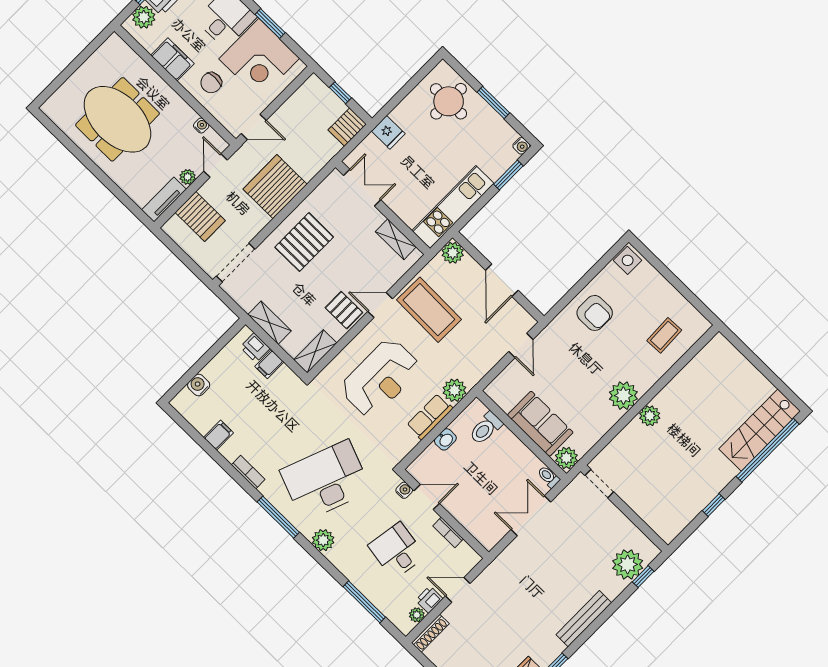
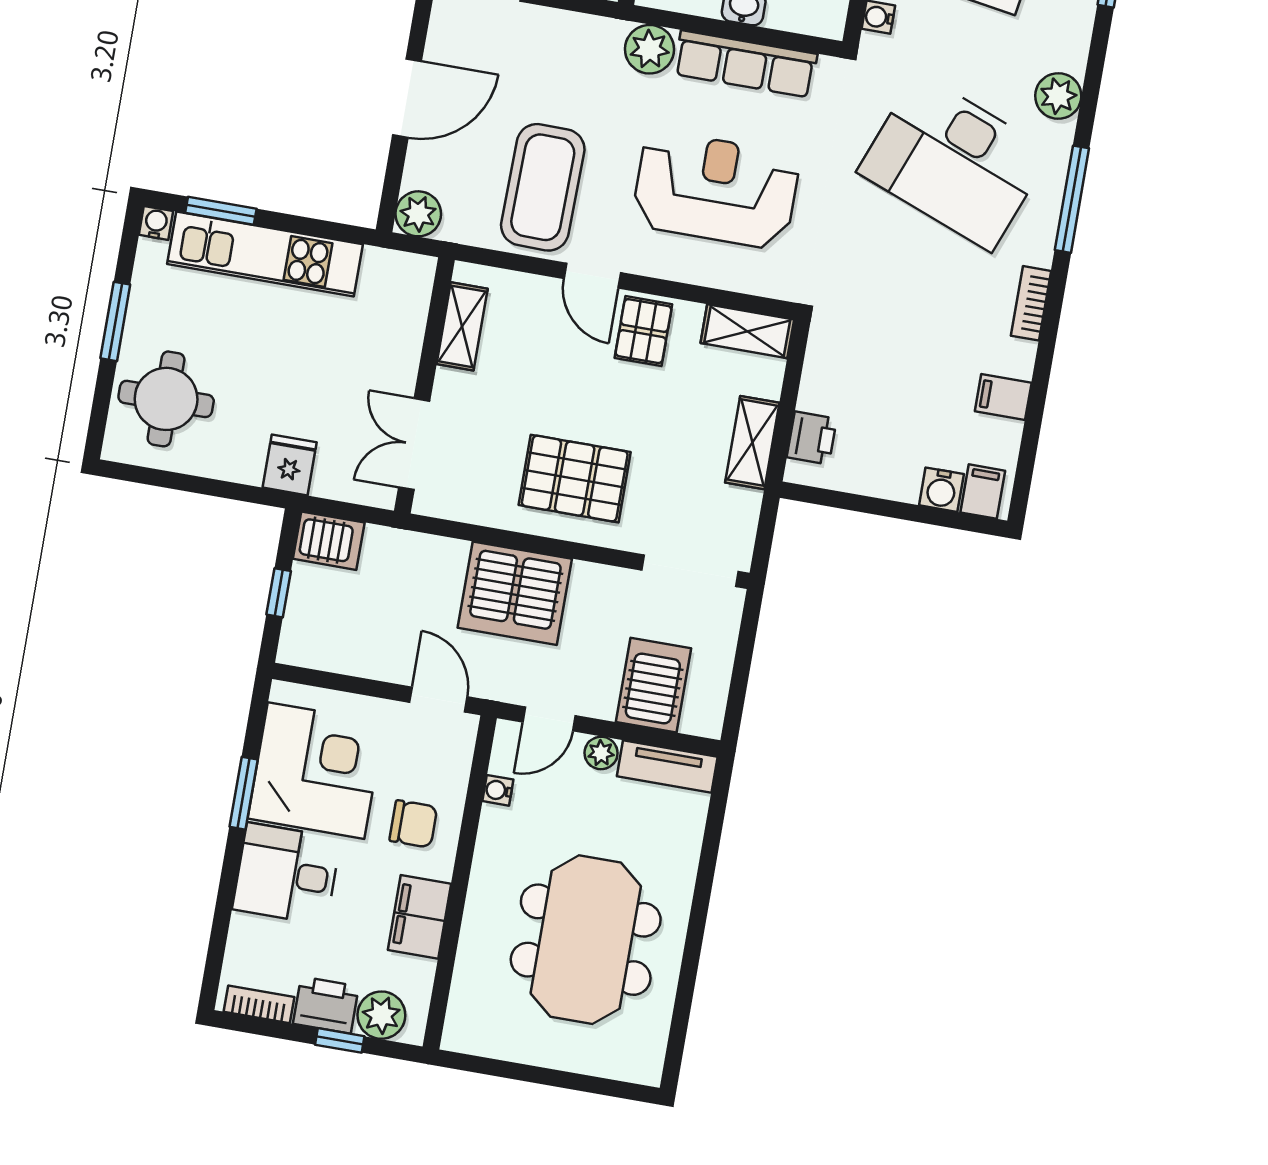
kitchen unit: (453, 207) -> (265, 254), moved
filing cabinet: (269, 364) -> (983, 492), moved, turned -90
row of seats: (430, 417) -> (745, 64), width x1.48

